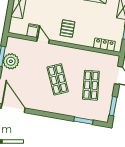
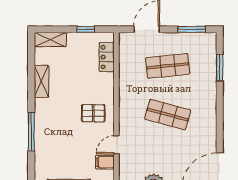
shop shelf: (58, 79) -> (168, 114), turned 39

